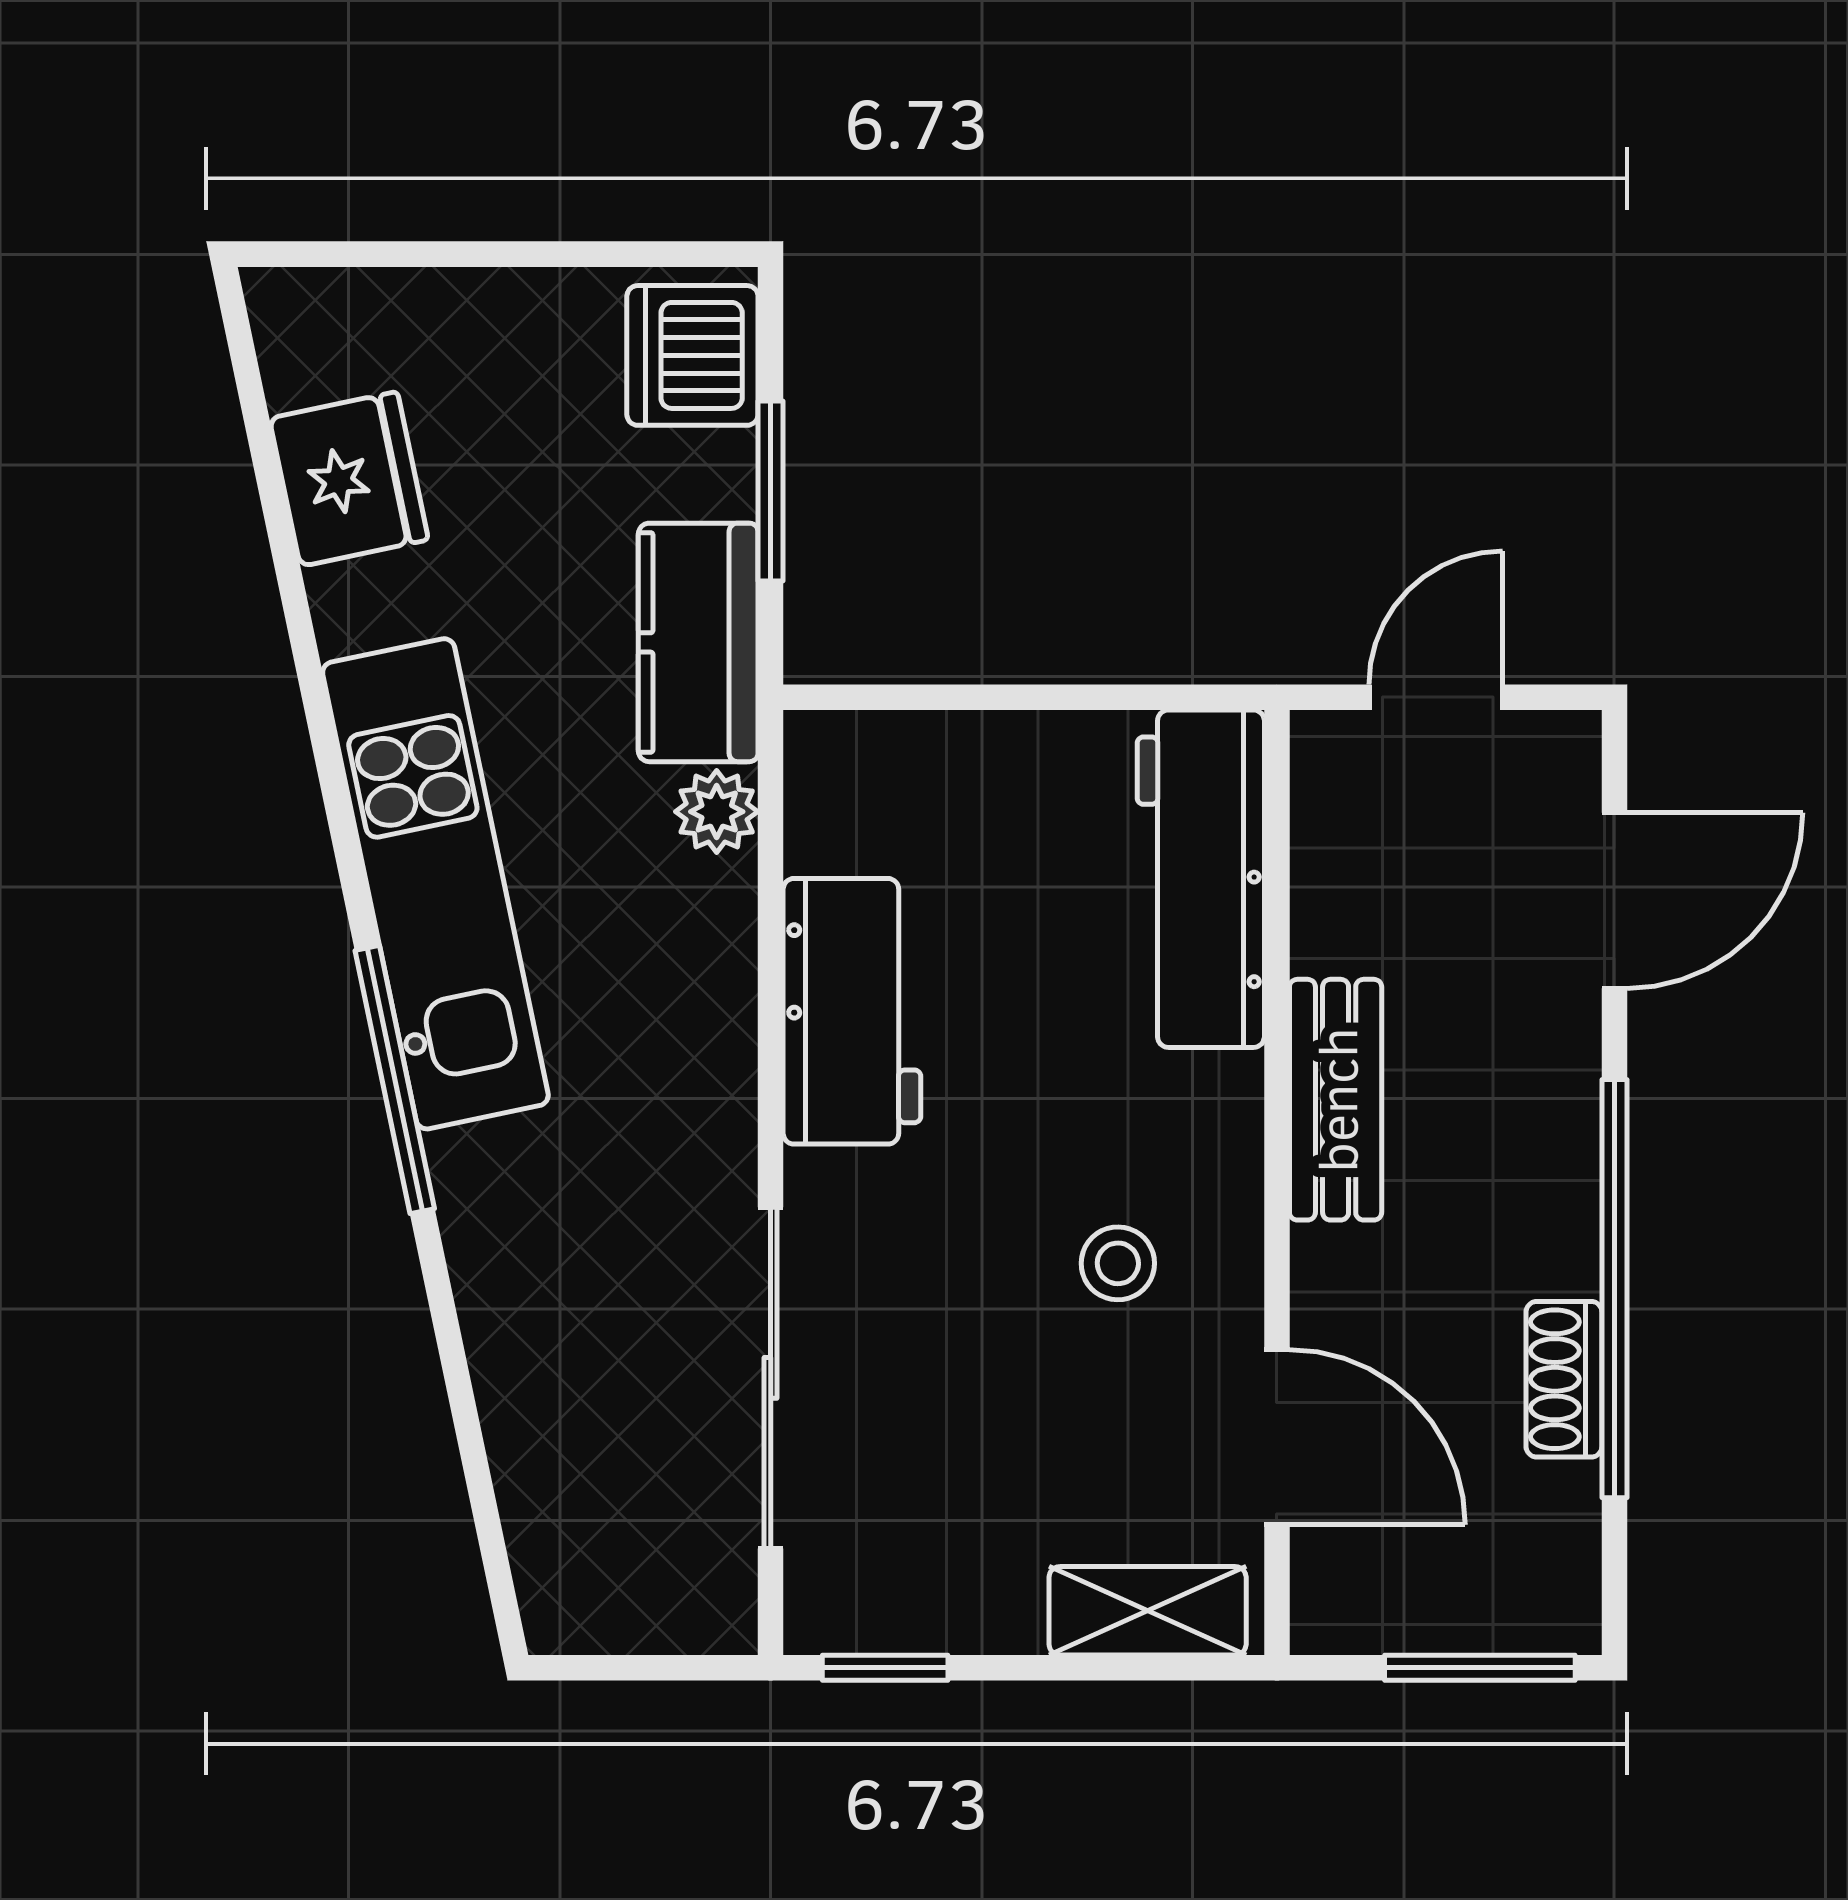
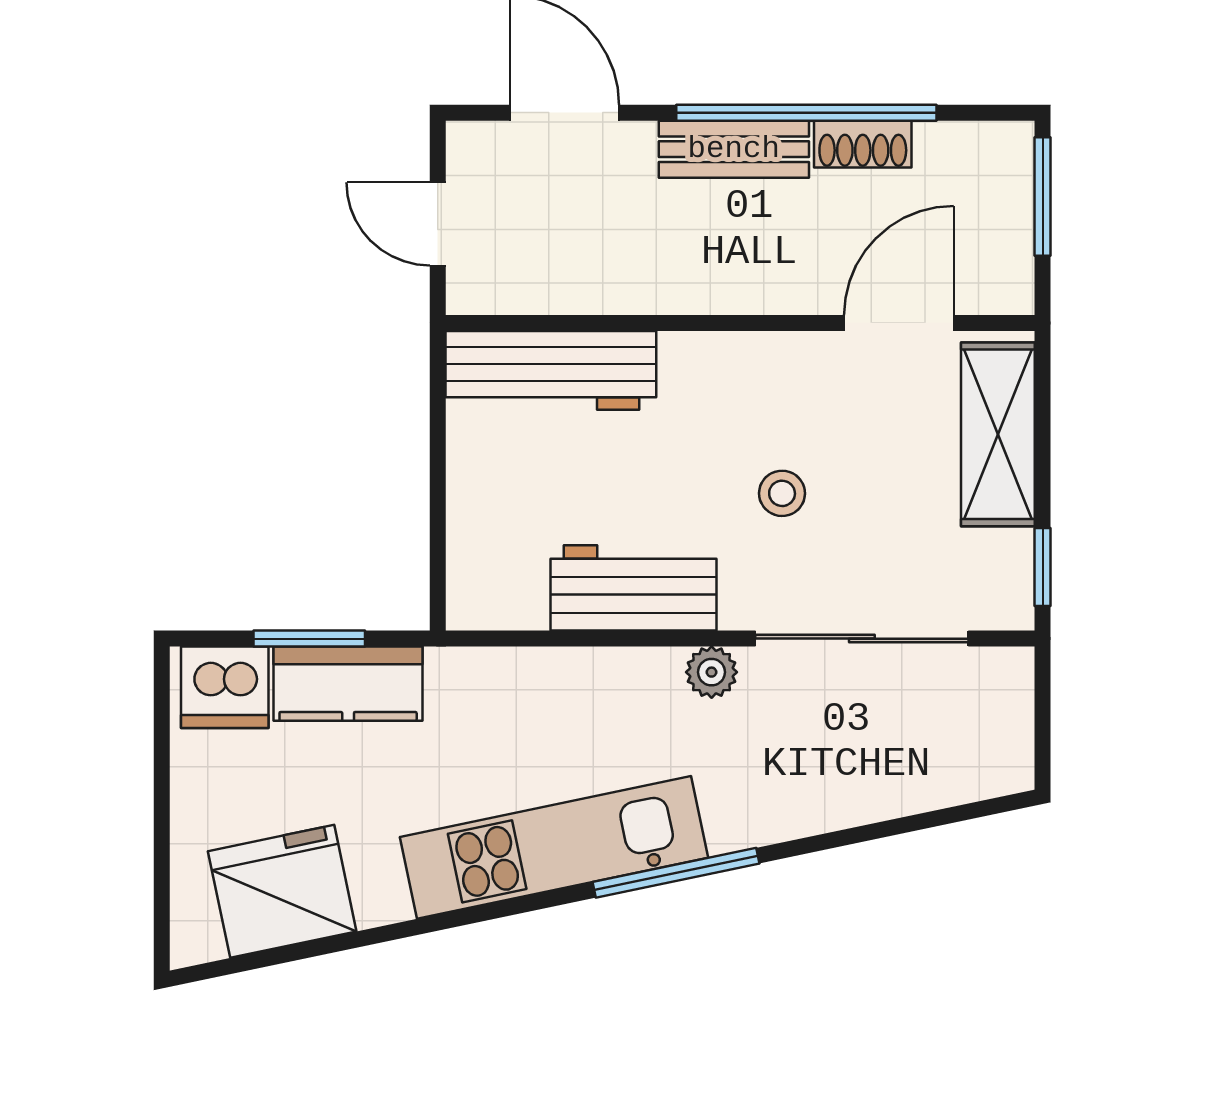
fridge: (349, 479) -> (282, 891), width x1.36, depth x1.34
kitchen counter: (698, 642) -> (348, 684), moved
plant: (717, 812) -> (712, 672), moved
bench: (1336, 1100) -> (734, 149), moved
stool: (1118, 1263) -> (782, 493), moved
shelving: (1148, 1611) -> (998, 434), width x1.50, depth x1.33

